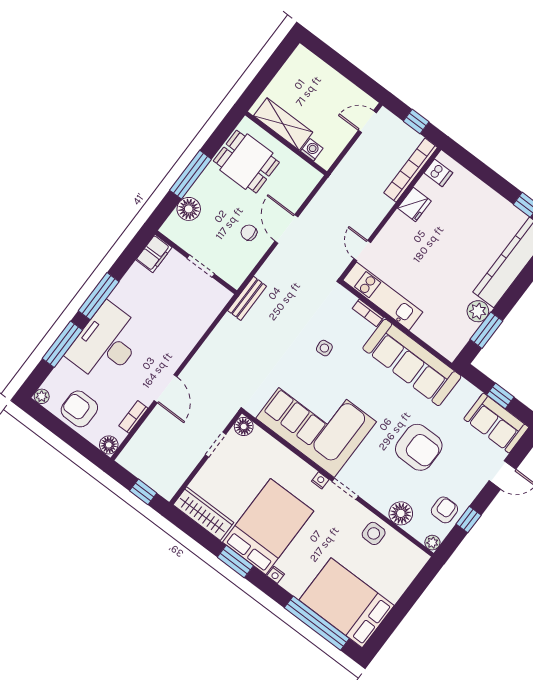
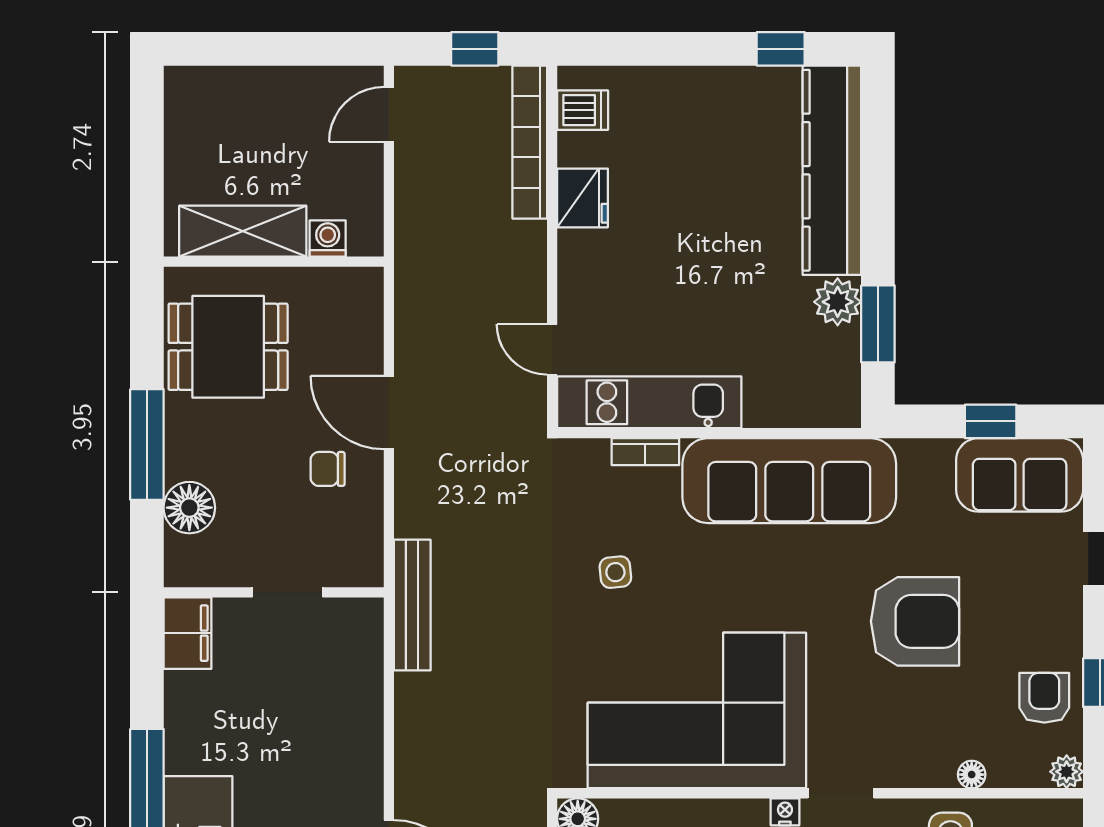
bench: (247, 298) -> (412, 605), width x1.36
floor lamp: (401, 513) -> (972, 775), width x0.53, depth x0.53

